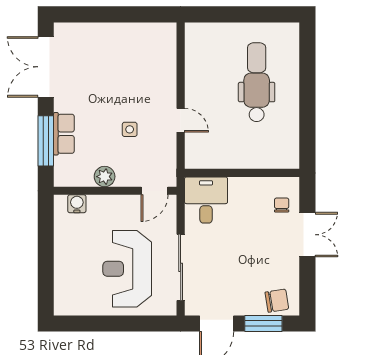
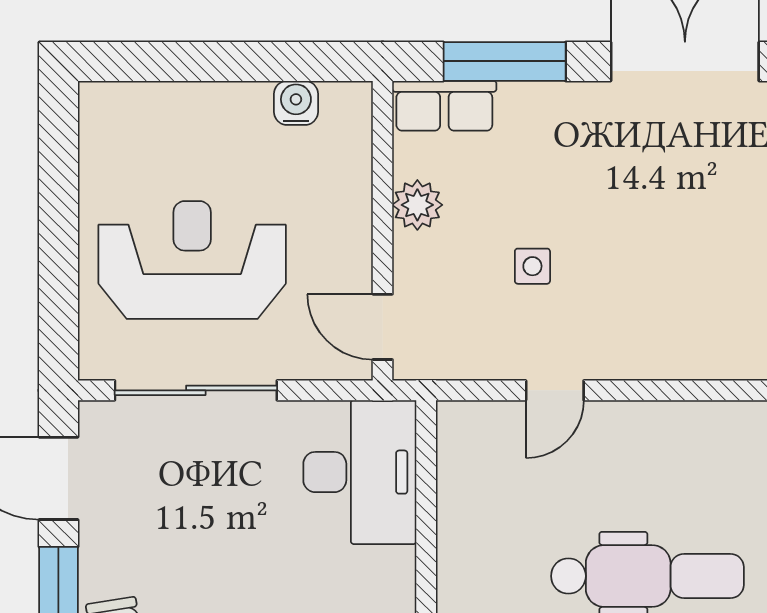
row of seats: (64, 134) -> (444, 106), moved
desk: (206, 200) -> (360, 472), width x1.37
water cooler: (77, 204) -> (296, 103), moved, turned -90

